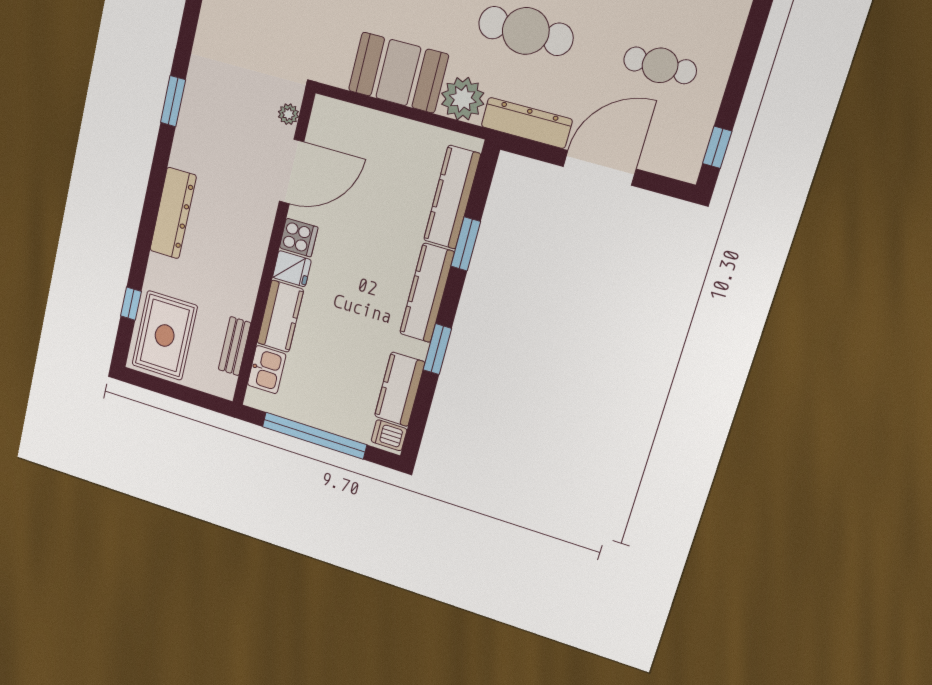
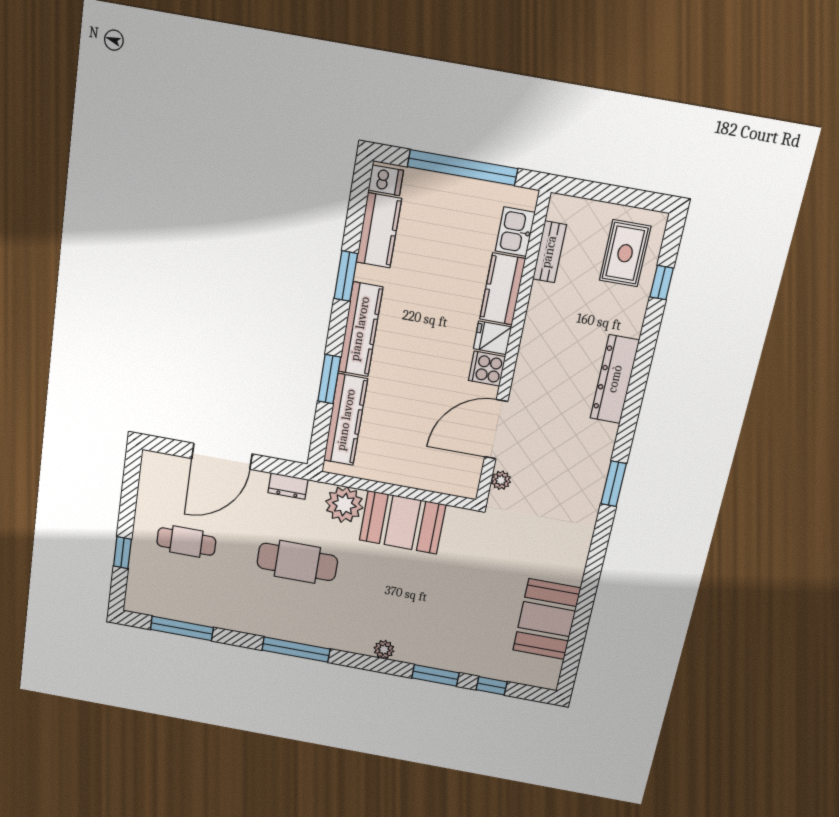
dresser: (527, 123) -> (288, 486), width x0.51, depth x0.80
window: (717, 147) -> (122, 553), moved
rug: (165, 336) -> (625, 253), width x0.73, depth x0.70

